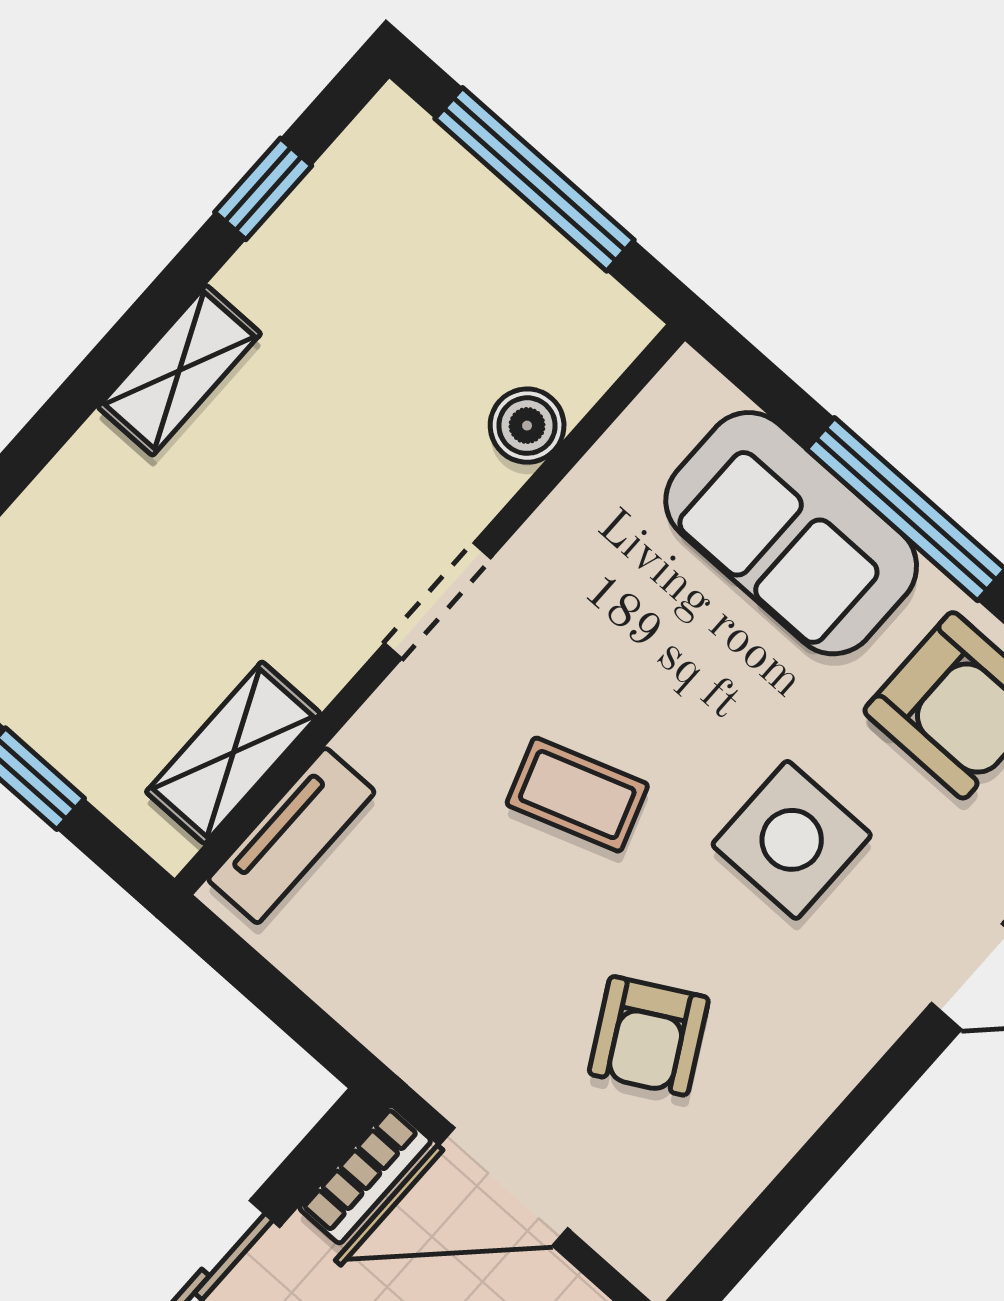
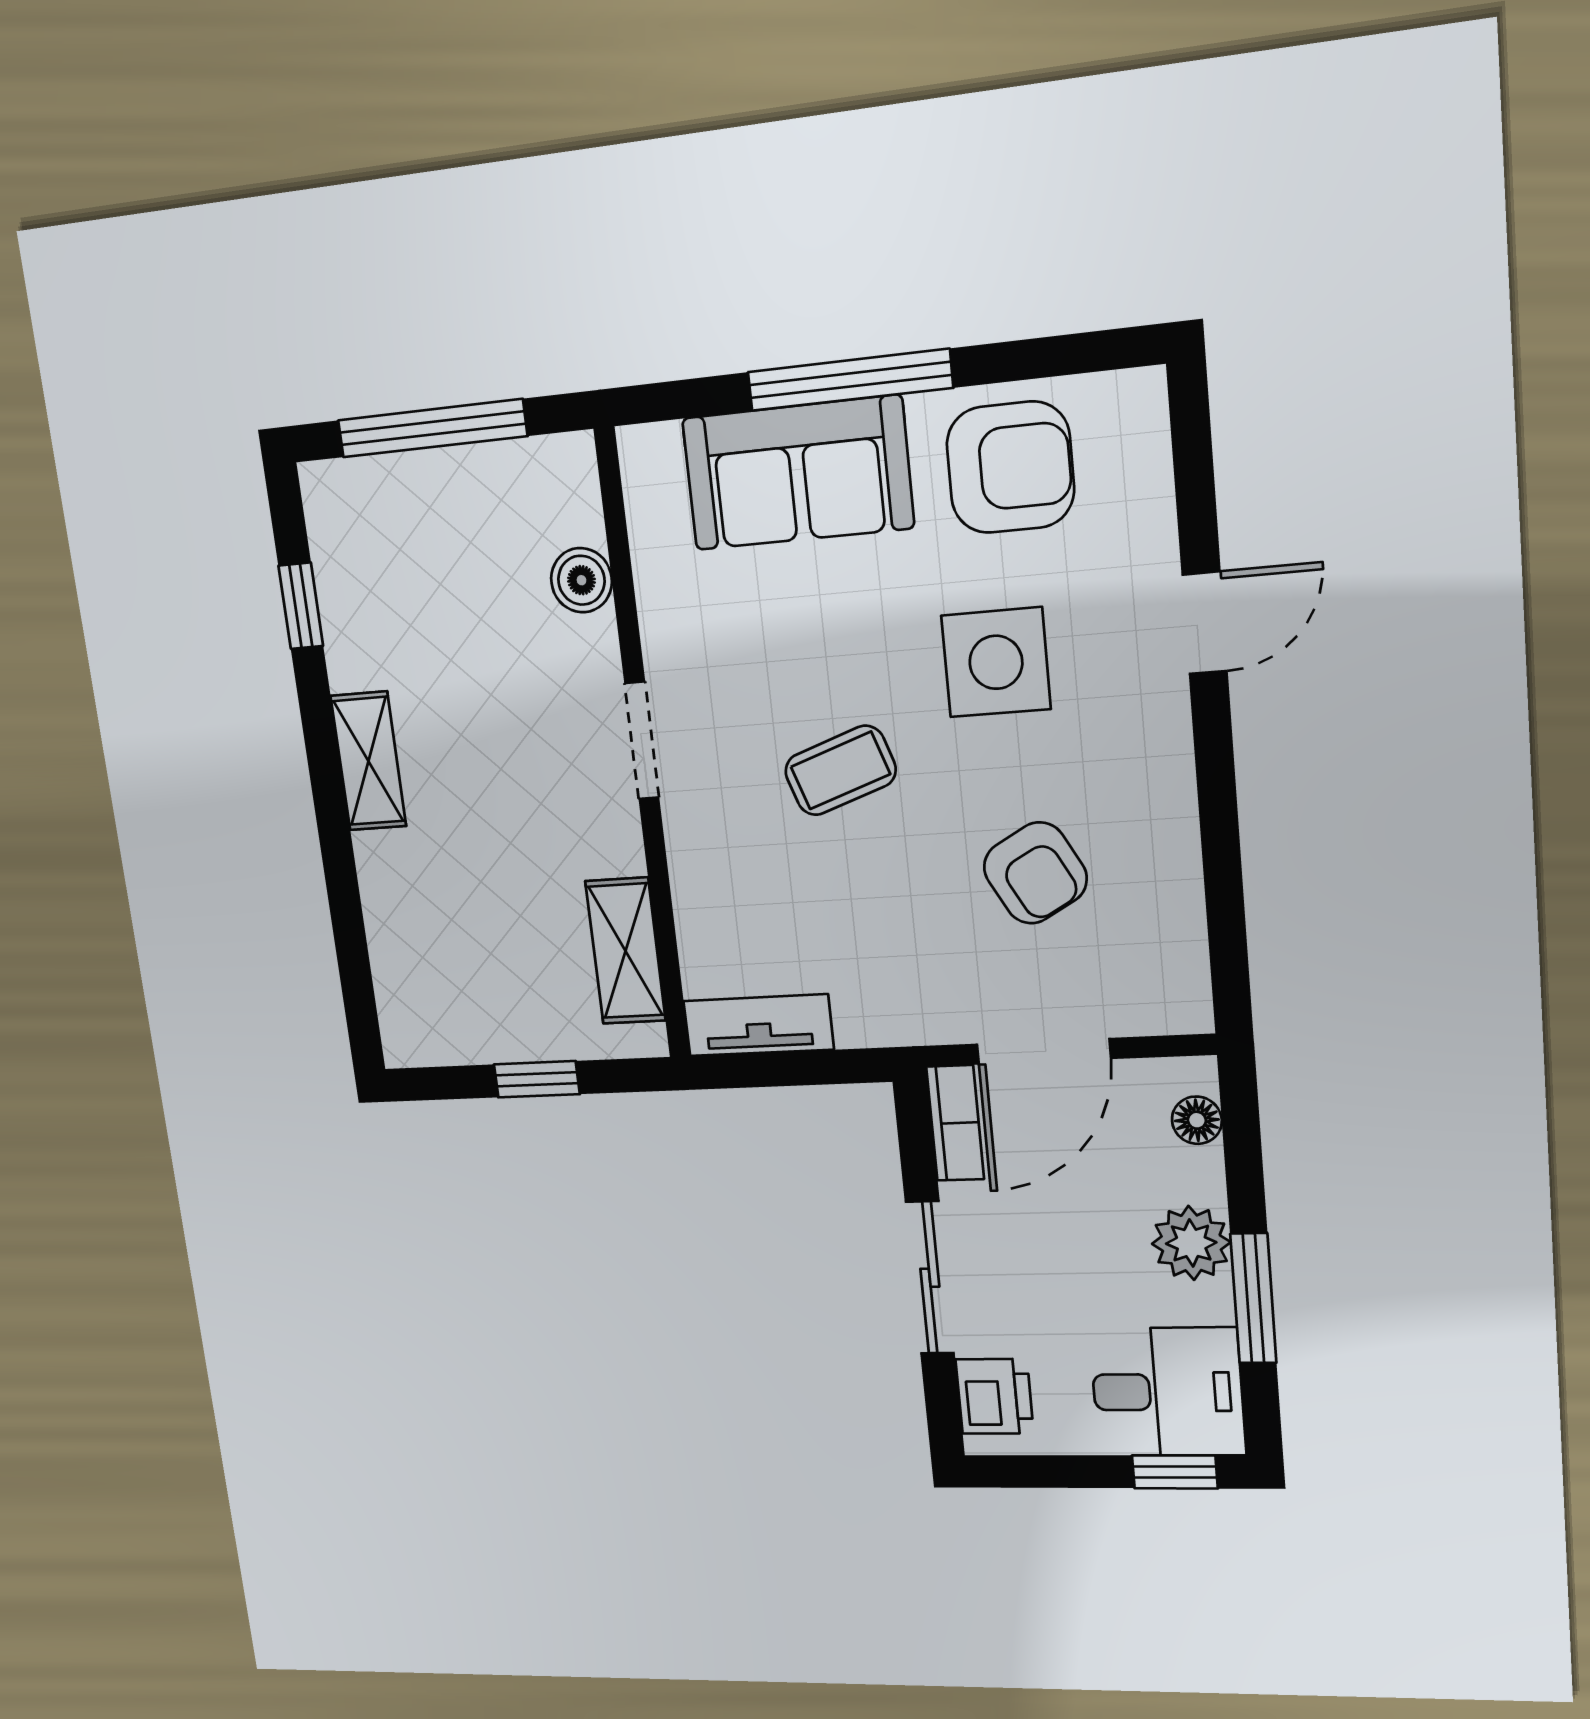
tv unit: (291, 836) -> (758, 1025), moved, turned -90

